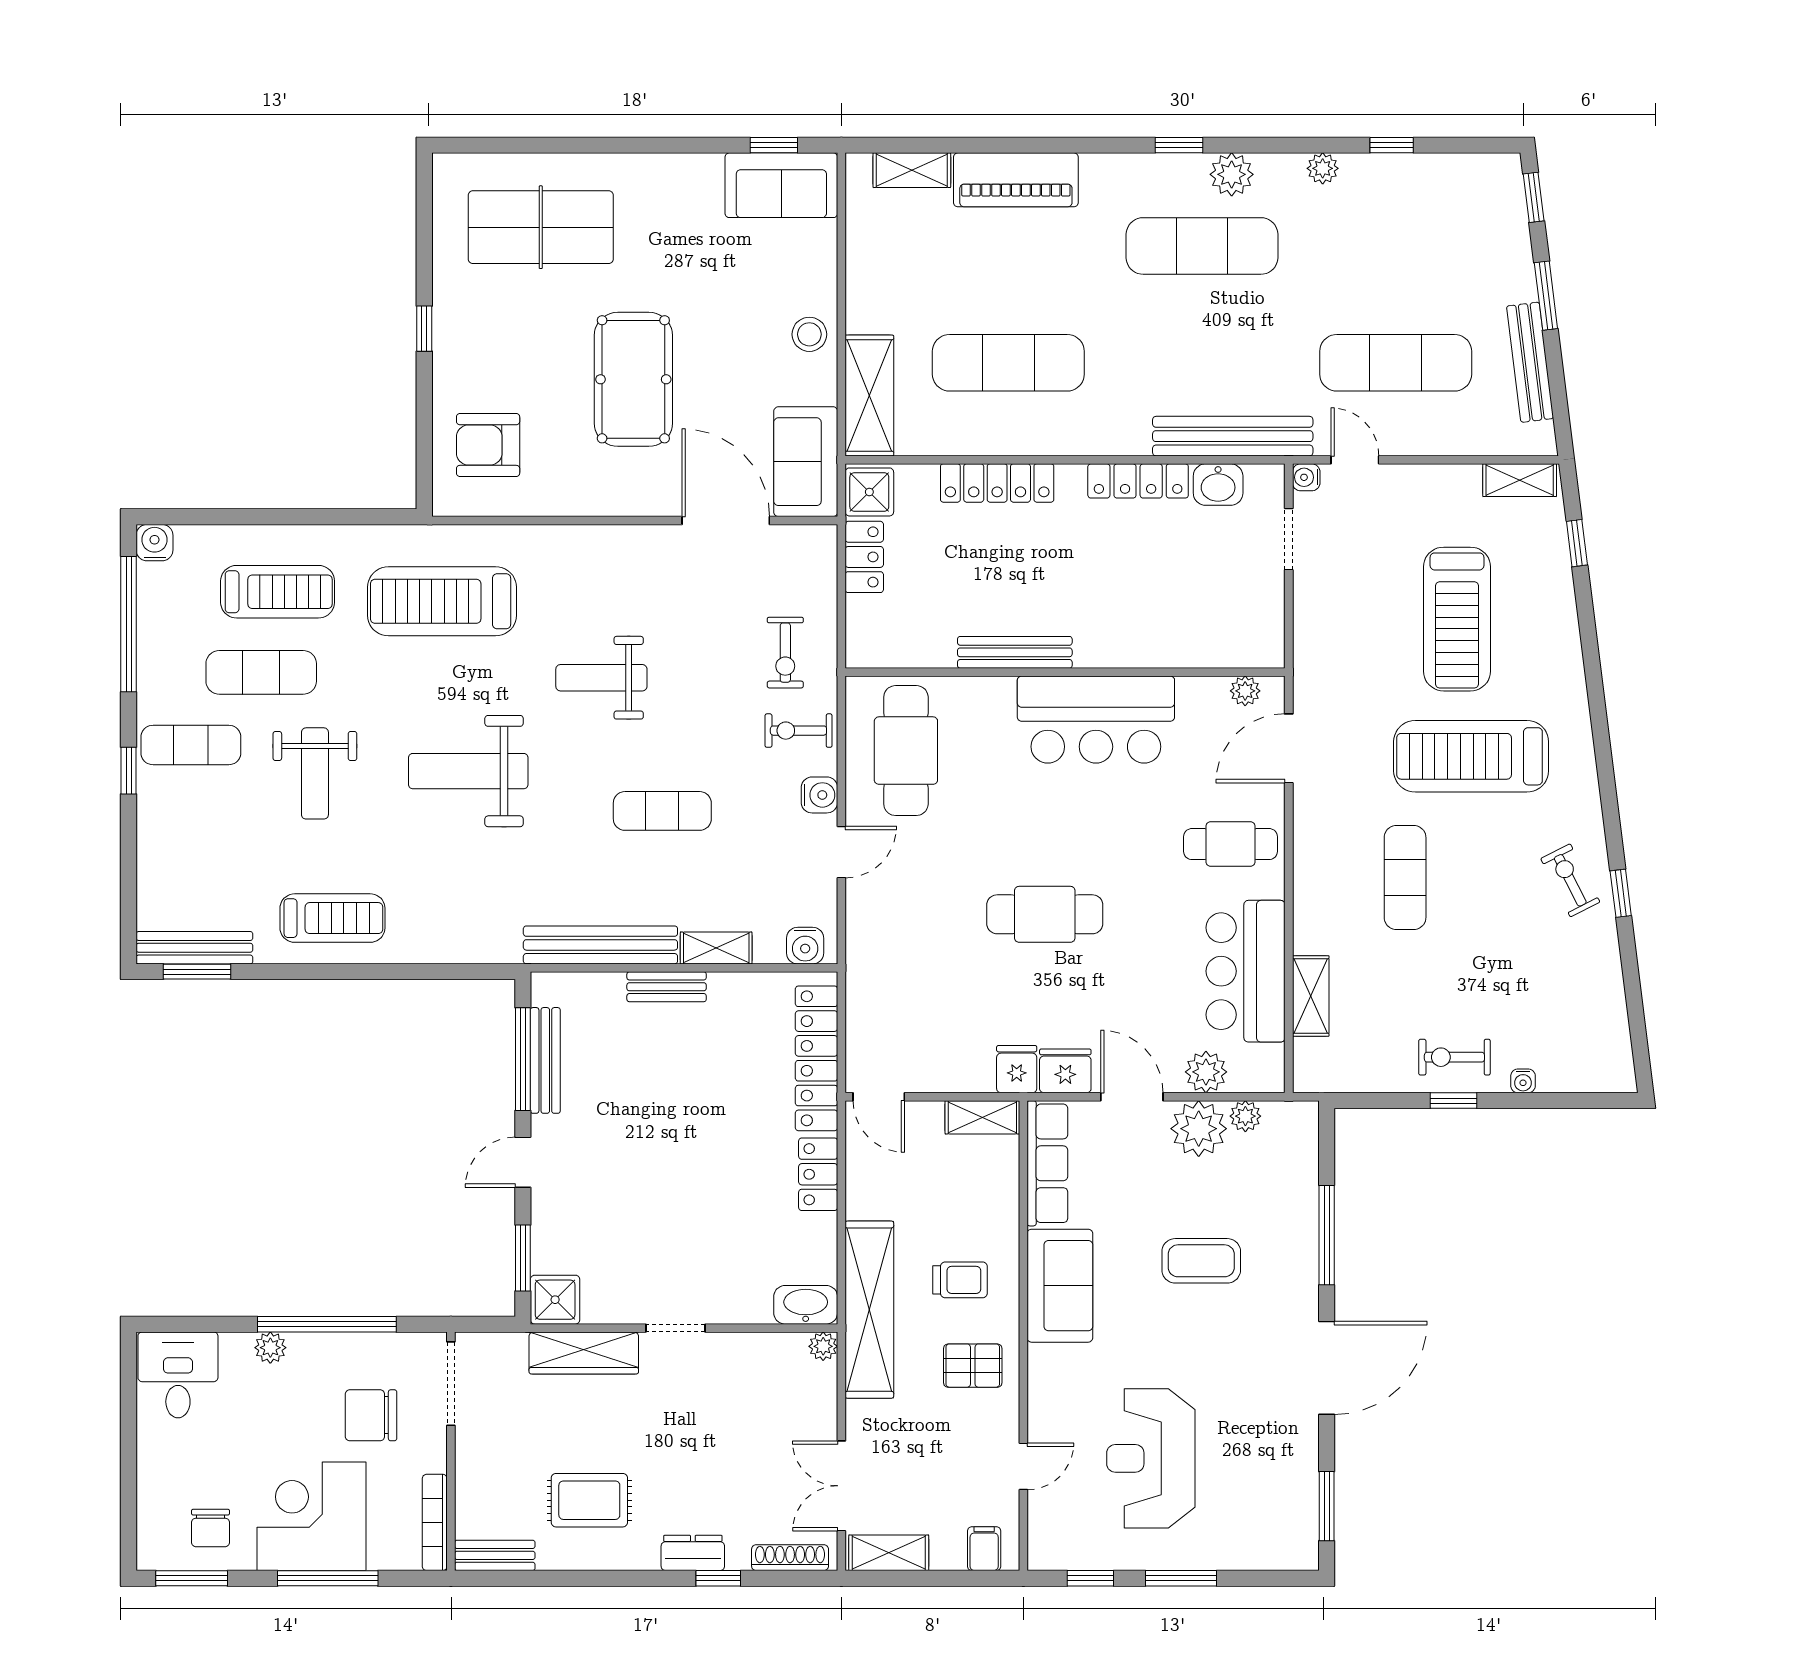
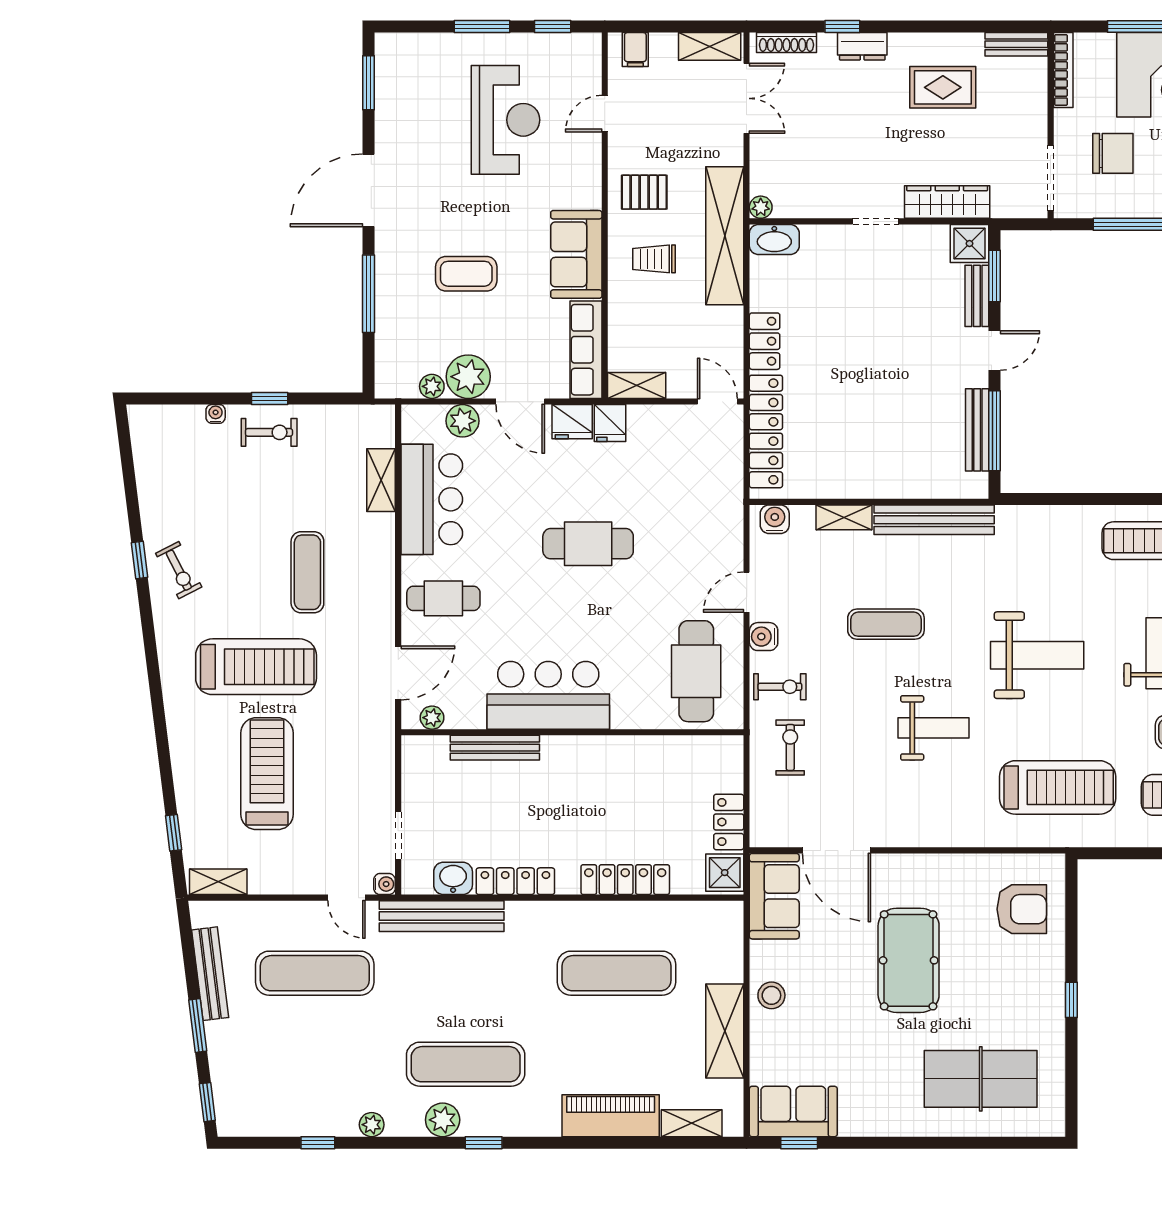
shelving: (869, 396) -> (725, 1031), moved
bench: (1015, 652) -> (495, 748), moved
bench: (667, 987) -> (977, 296), moved, turned 90

